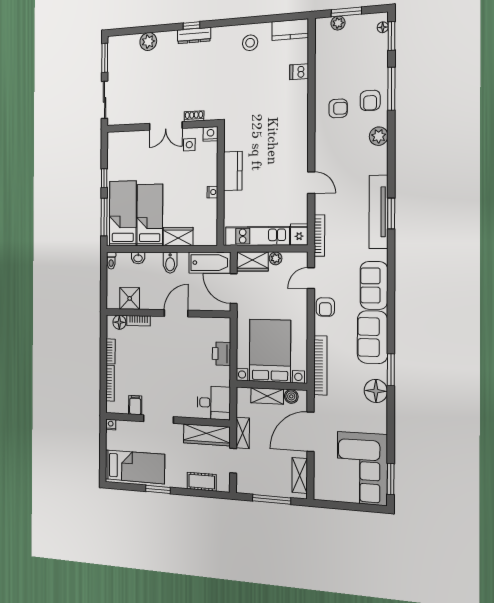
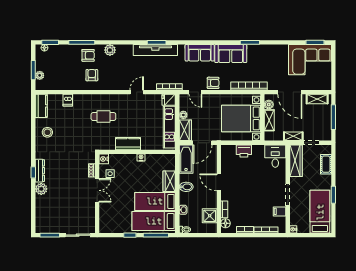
plant: (148, 42) -> (41, 189), moved
cafe table: (274, 130) -> (103, 117), added
floor lamp: (376, 391) -> (263, 51), removed

